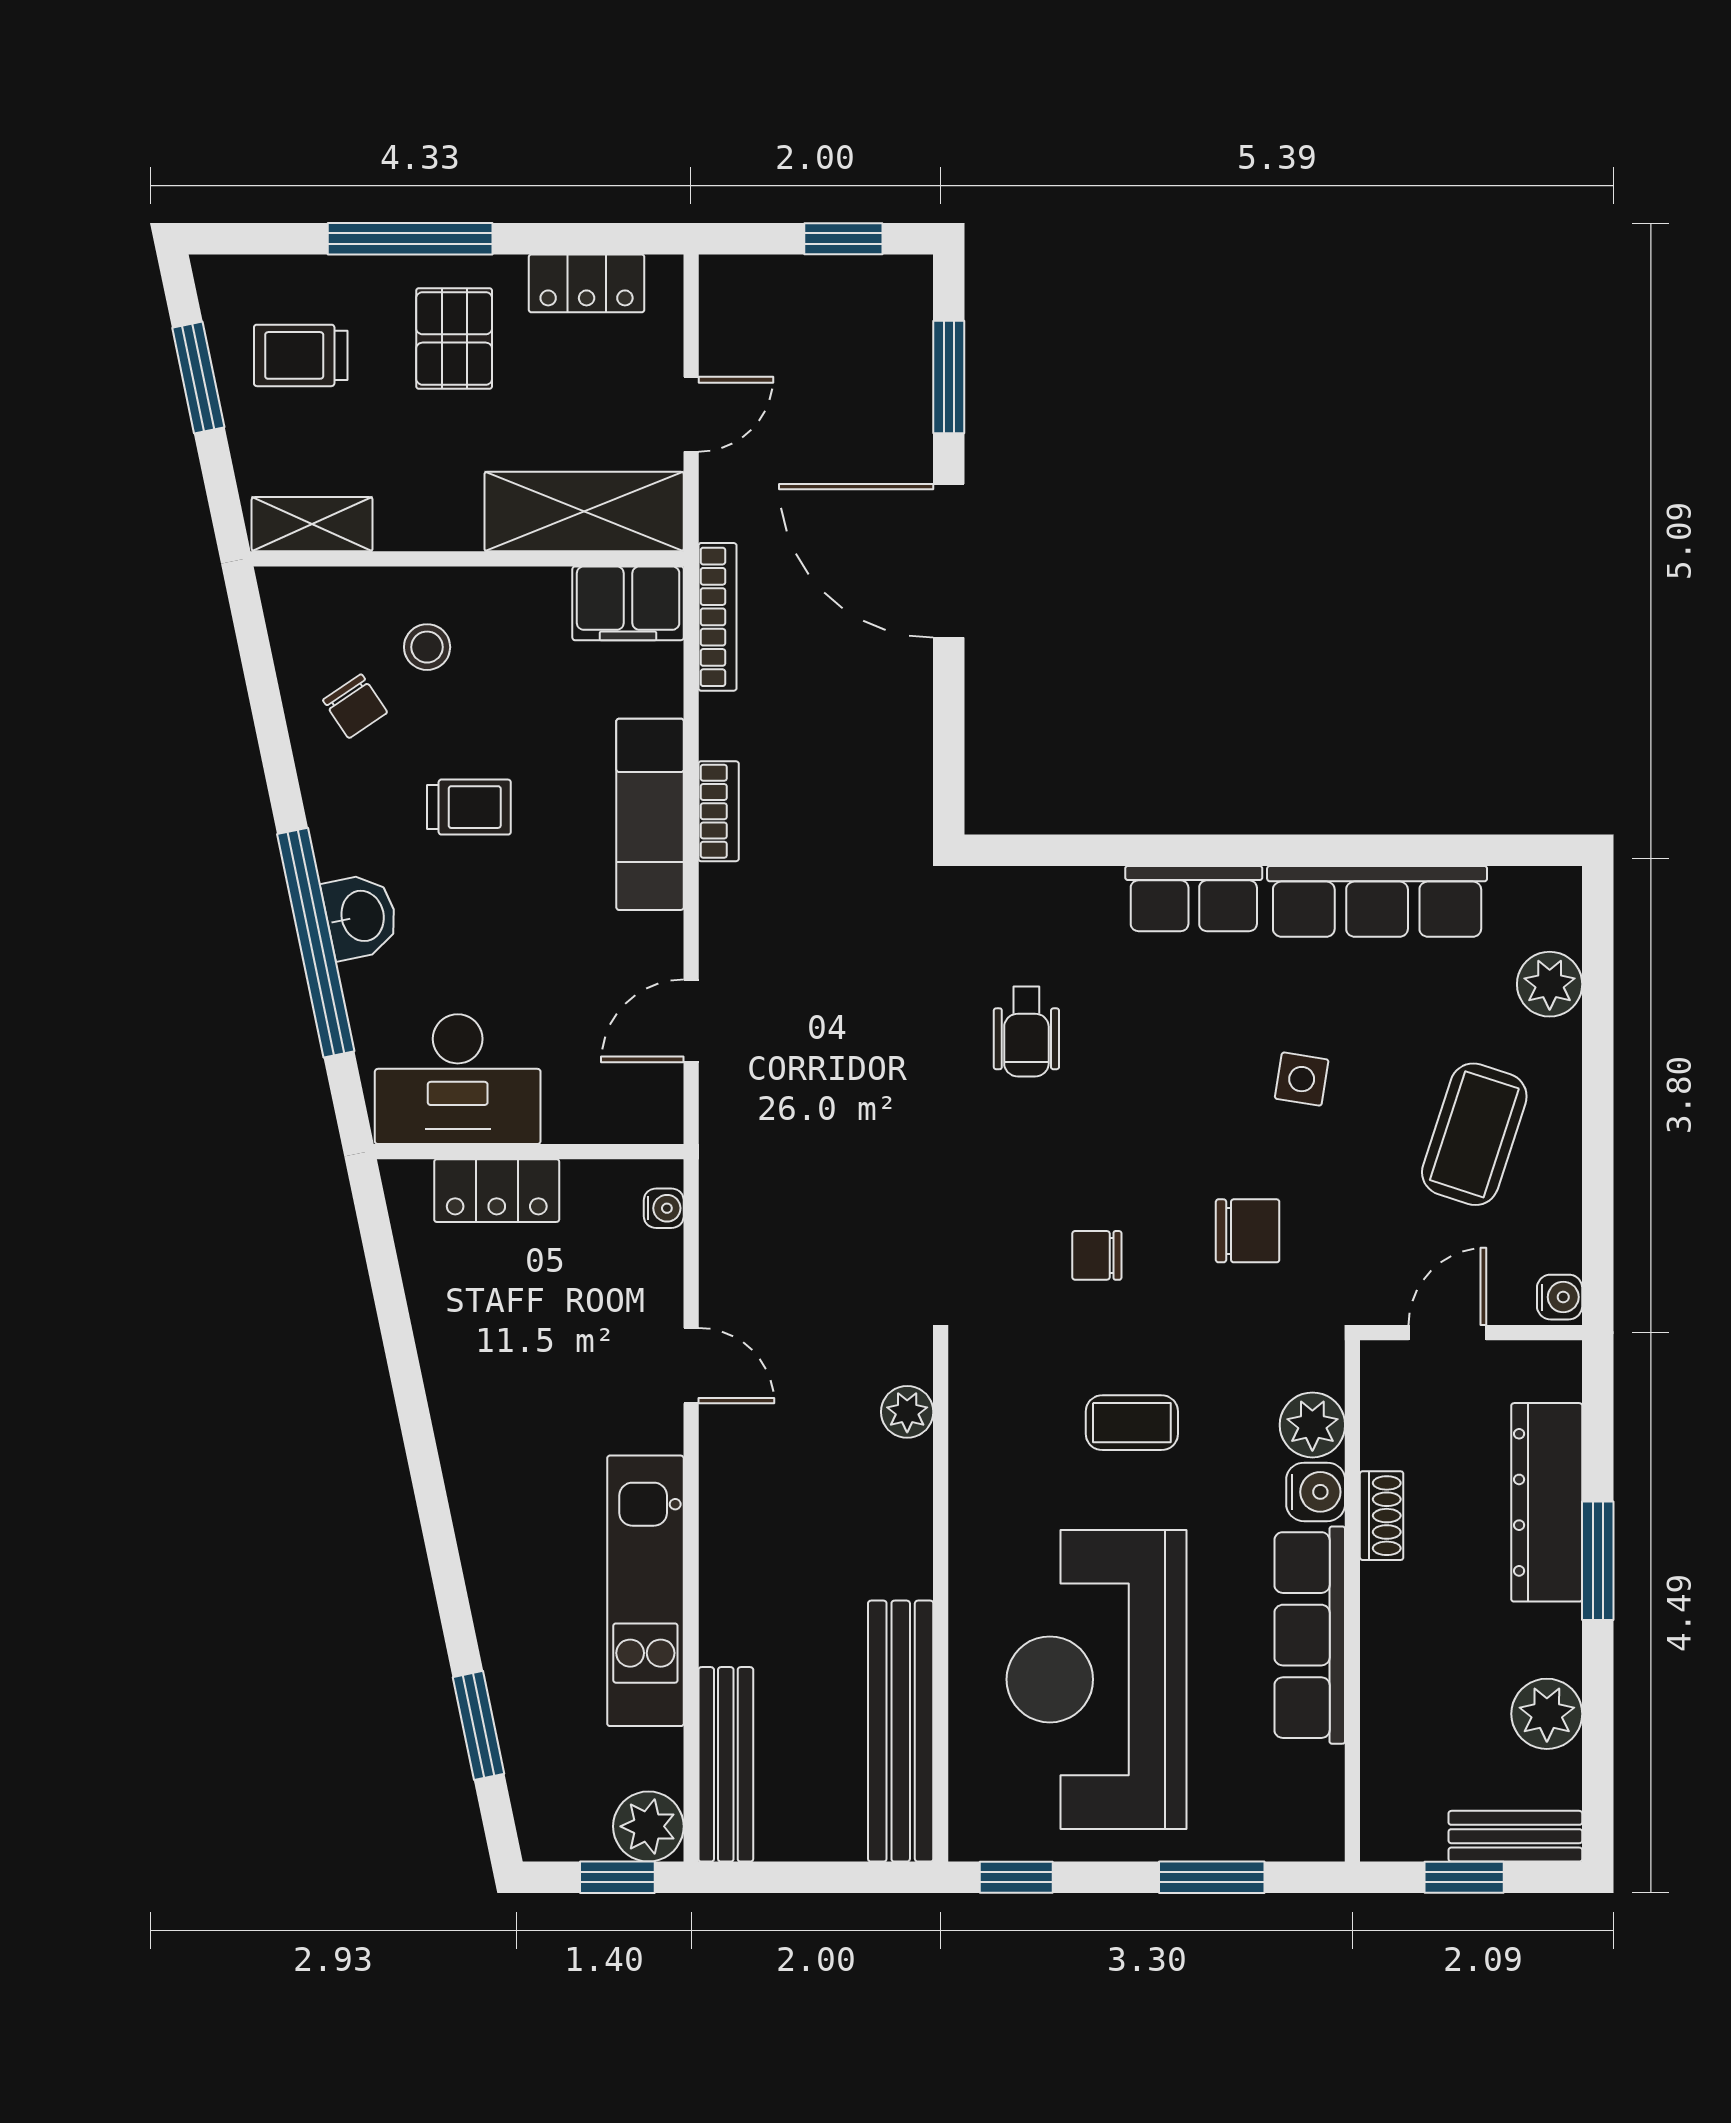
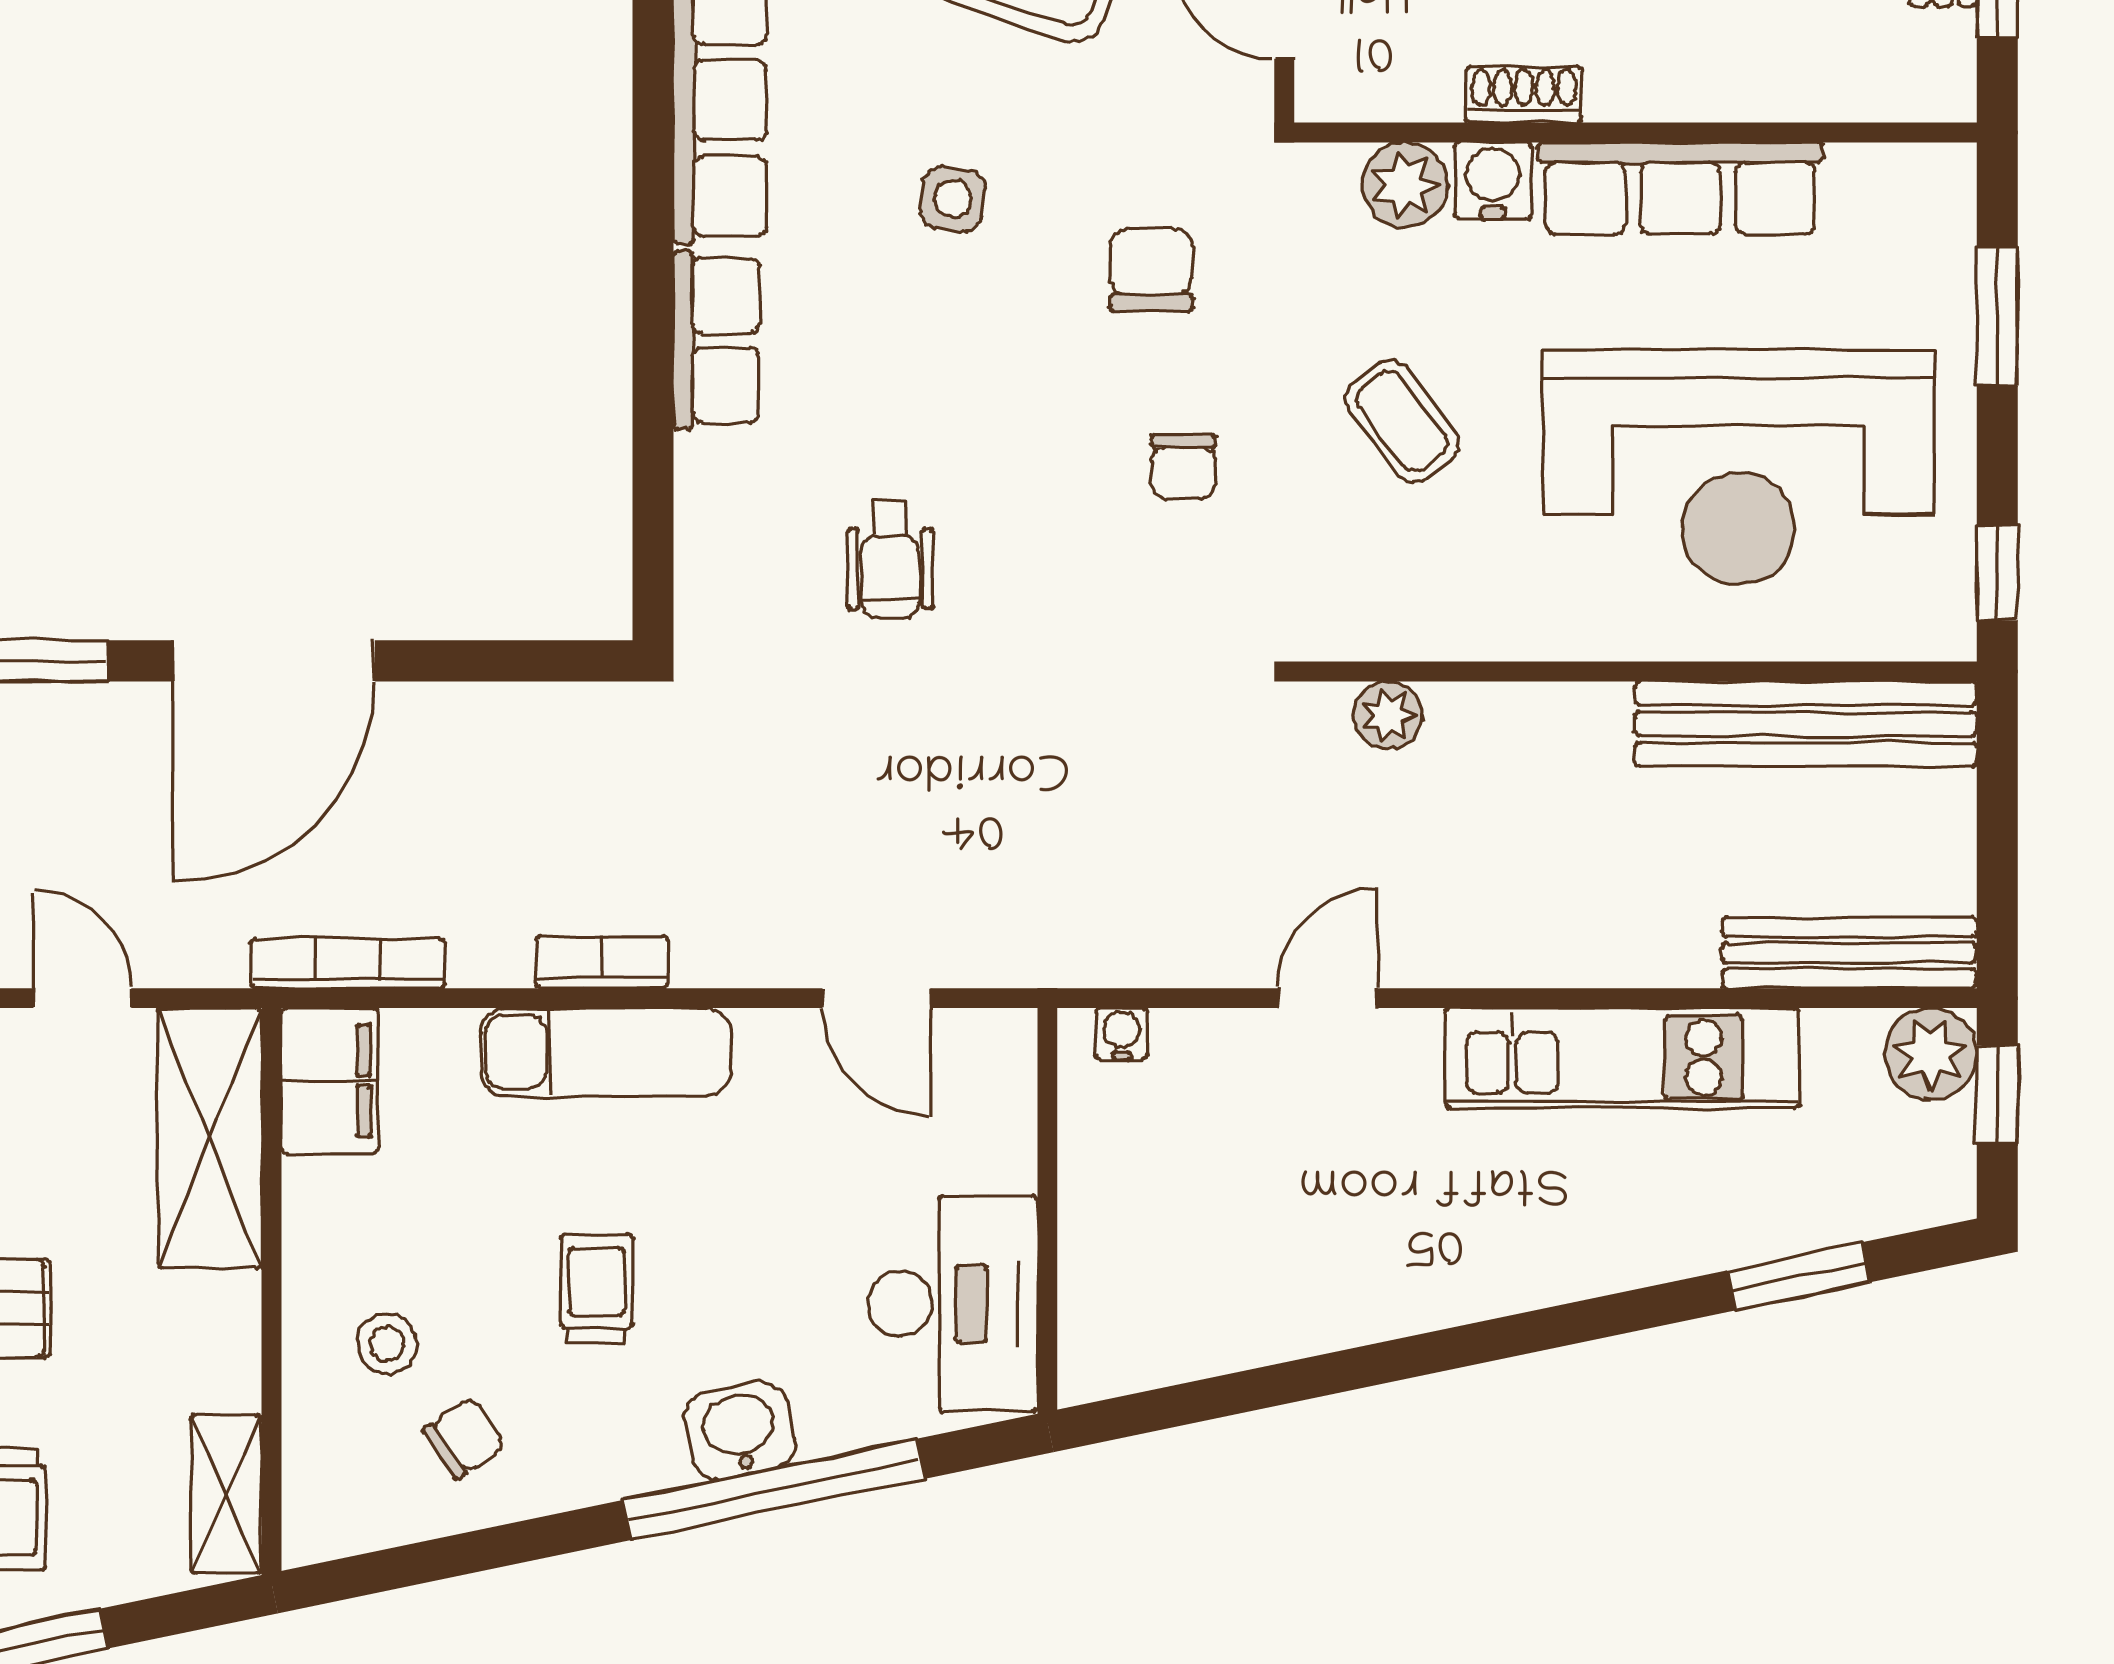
wheelchair: (1026, 1032) -> (890, 559), turned 90
locker: (497, 1191) -> (1098, 1253), removed
coffee table: (1132, 1423) -> (1402, 421), turned -37

